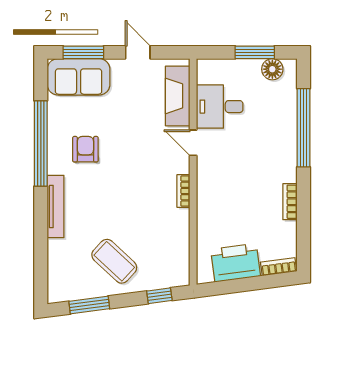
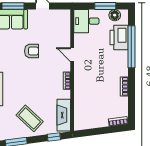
fireplace: (178, 96) -> (64, 115), moved
desk: (220, 107) -> (86, 21), moved
armchair: (85, 149) -> (32, 51), moved, turned 90
printer: (236, 263) -> (119, 37), moved, turned -83

